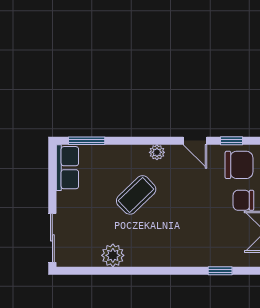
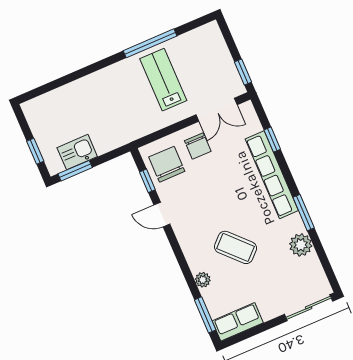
door: (195, 141) -> (162, 215), swing flipped
plant: (157, 152) -> (203, 280), moved
row of seats: (188, 257) -> (272, 175), added
window: (141, 271) -> (304, 213), added

